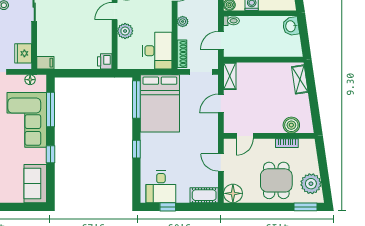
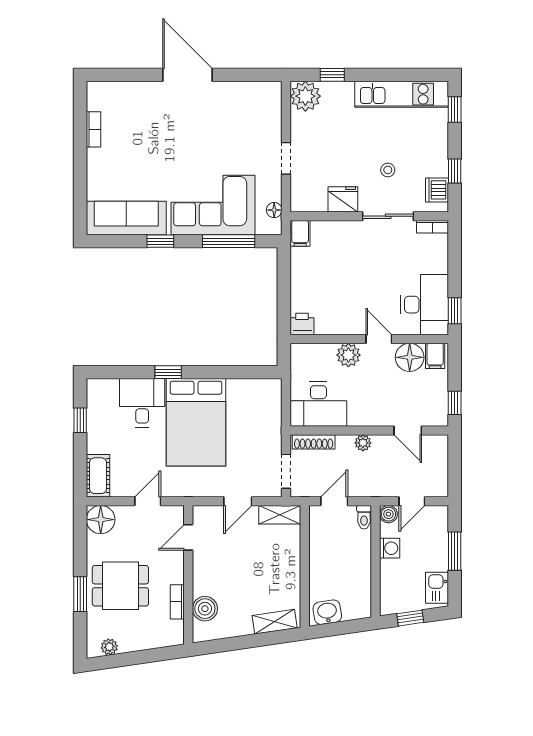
washbasin: (291, 26) -> (327, 612), moved
door: (221, 40) -> (334, 501), hinge flipped
fridge: (23, 53) -> (343, 199), moved
window: (136, 100) -> (244, 372), removed
bed: (160, 103) -> (196, 422), moved, turned -90
door: (221, 104) -> (238, 501), swing flipped
door: (245, 136) -> (188, 537), hinge flipped
sofa: (35, 184) -> (126, 218), width x1.36
plant: (311, 184) -> (109, 647), width x0.53, depth x0.53
desk: (161, 187) -> (142, 403), moved, turned 90
window: (306, 207) -> (80, 594), moved

